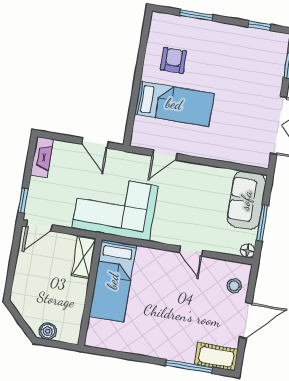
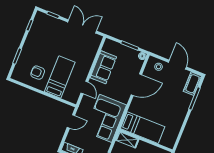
sofa: (246, 200) -> (103, 67), moved, turned -90
door: (191, 251) -> (136, 85), width x1.87

